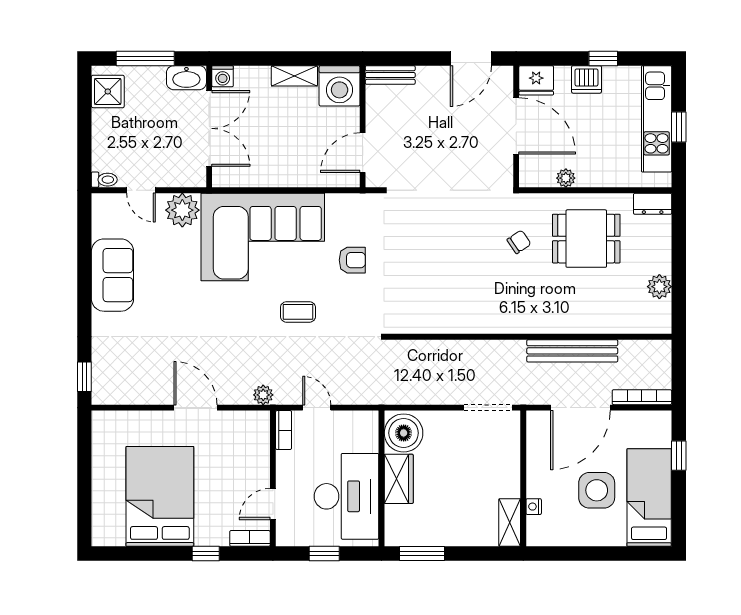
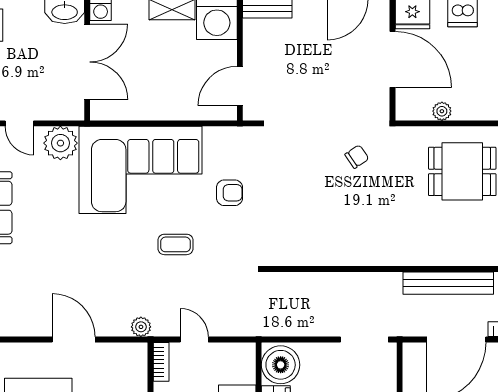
chair: (519, 242) -> (357, 157), moved

